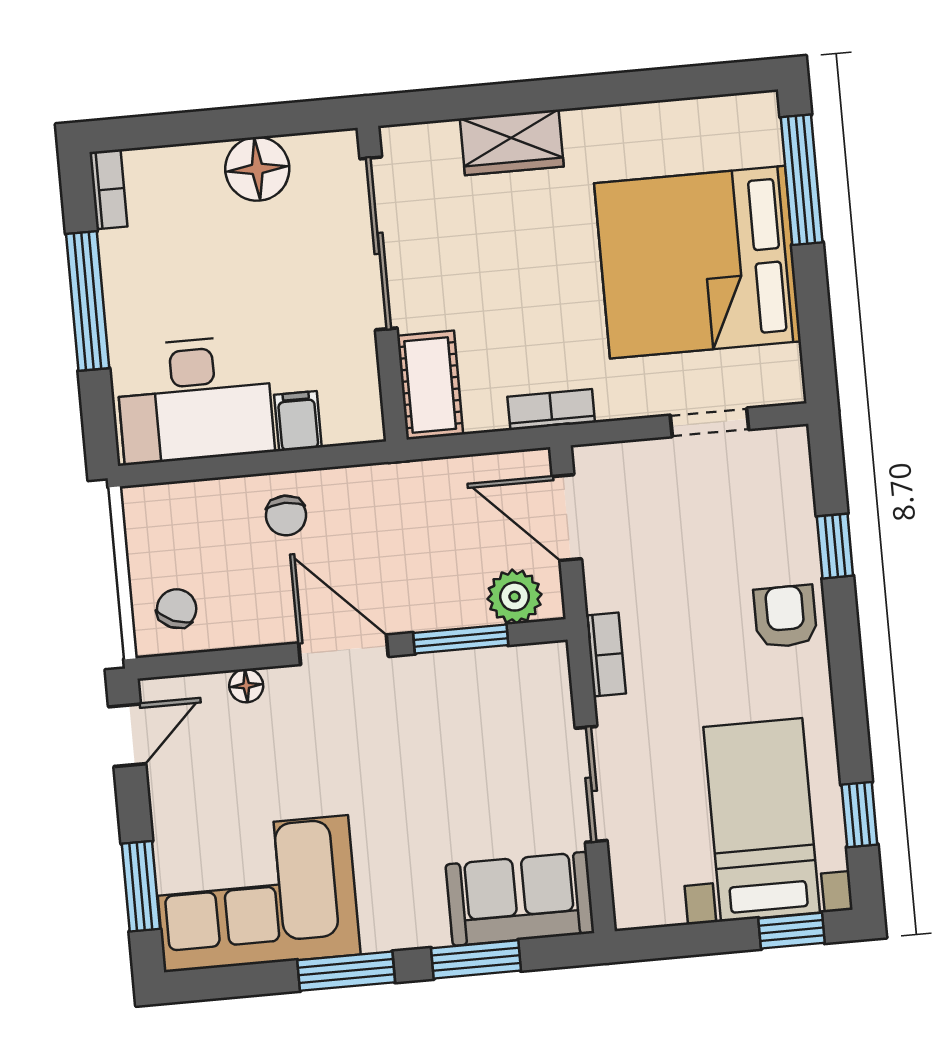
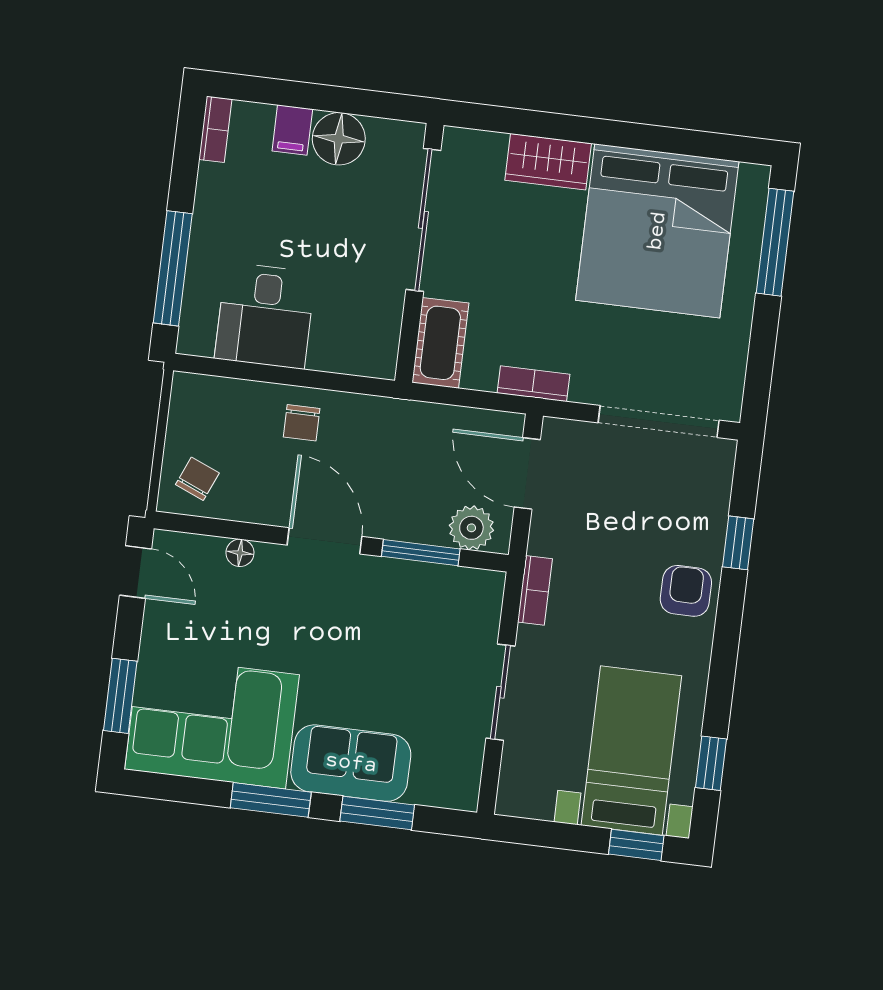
bed: (698, 262) -> (657, 231), moved, turned -90
window: (88, 301) -> (173, 268), moved
desk: (195, 399) -> (265, 316), width x0.73
filing cabinet: (298, 421) -> (292, 130), moved, turned 180
doorway: (709, 422) -> (659, 422), width x1.87
door: (127, 735) -> (135, 572), hinge flipped
sofa: (520, 899) -> (351, 763), moved

